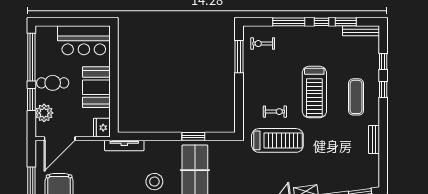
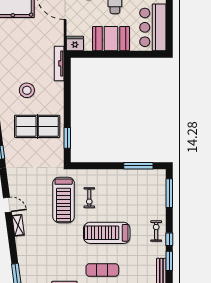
window: (289, 22) -> (169, 193), moved
exercise bike: (263, 44) -> (156, 231), moved
window: (193, 136) -> (67, 138), moved

